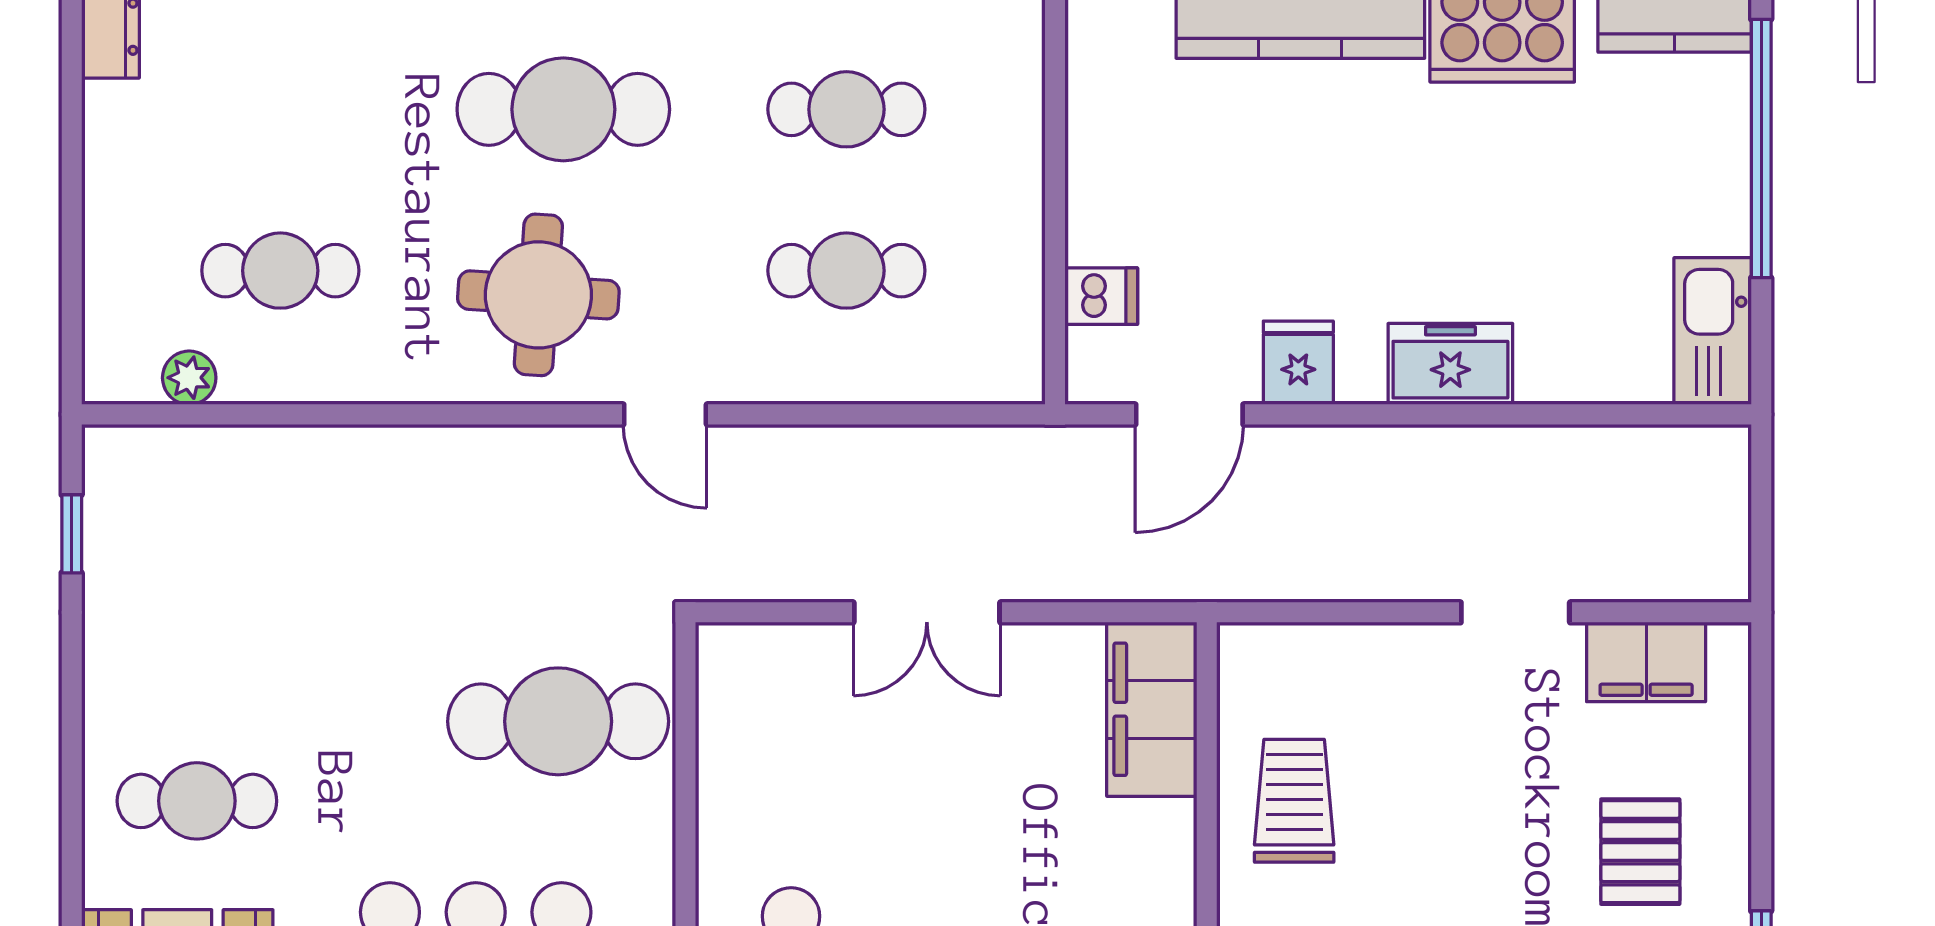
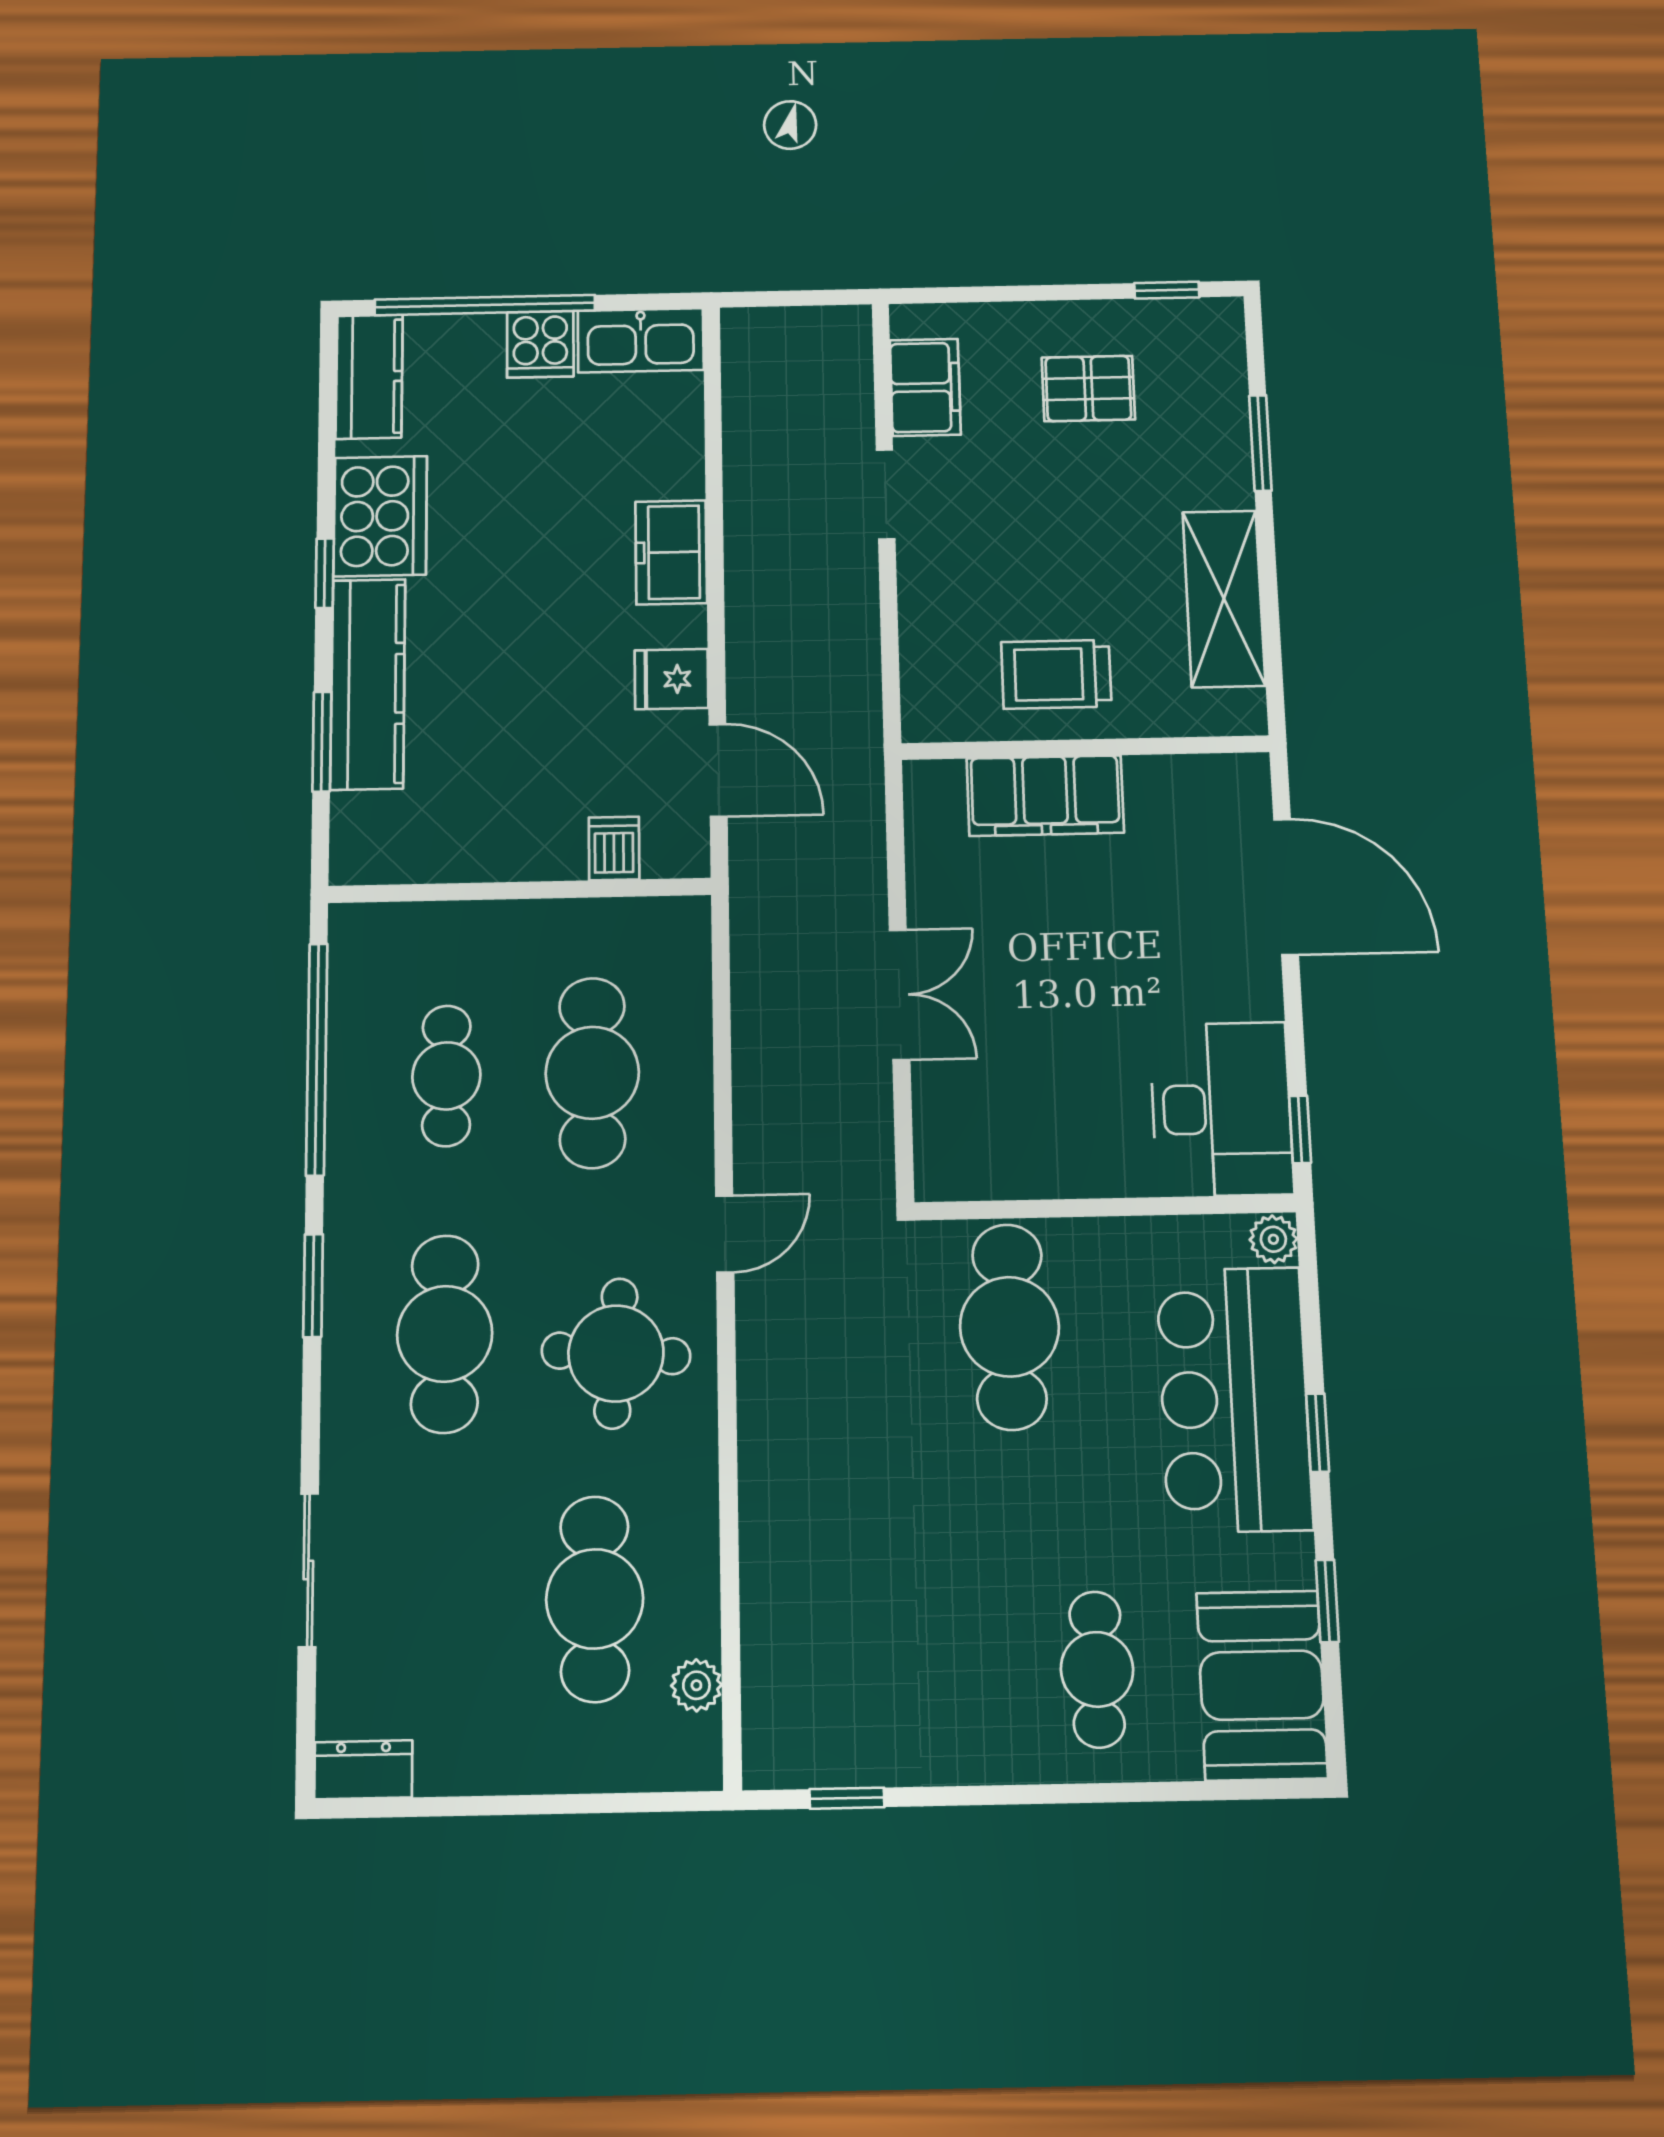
cooker: (1710, 214) -> (540, 344), added
cafe table: (280, 271) -> (595, 1599), width x1.37, depth x1.35
cafe table: (846, 271) -> (592, 1073), width x1.37, depth x1.35
filing cabinet: (1152, 709) -> (1045, 796), moved

